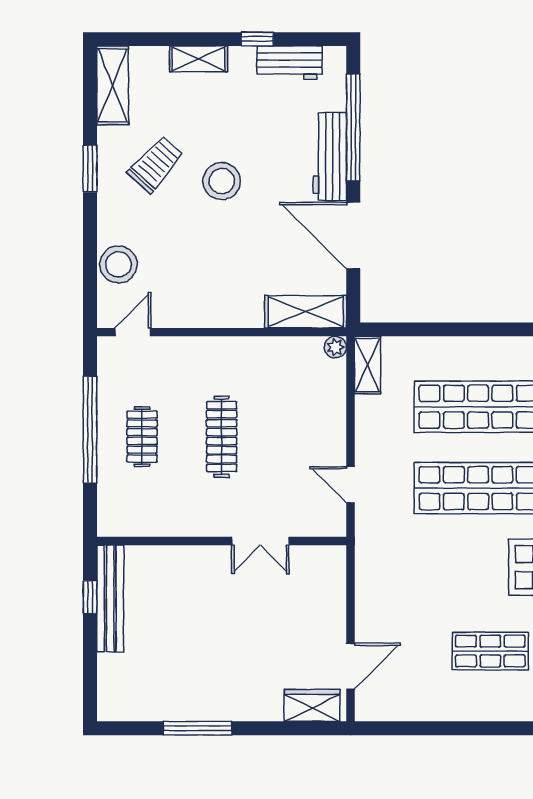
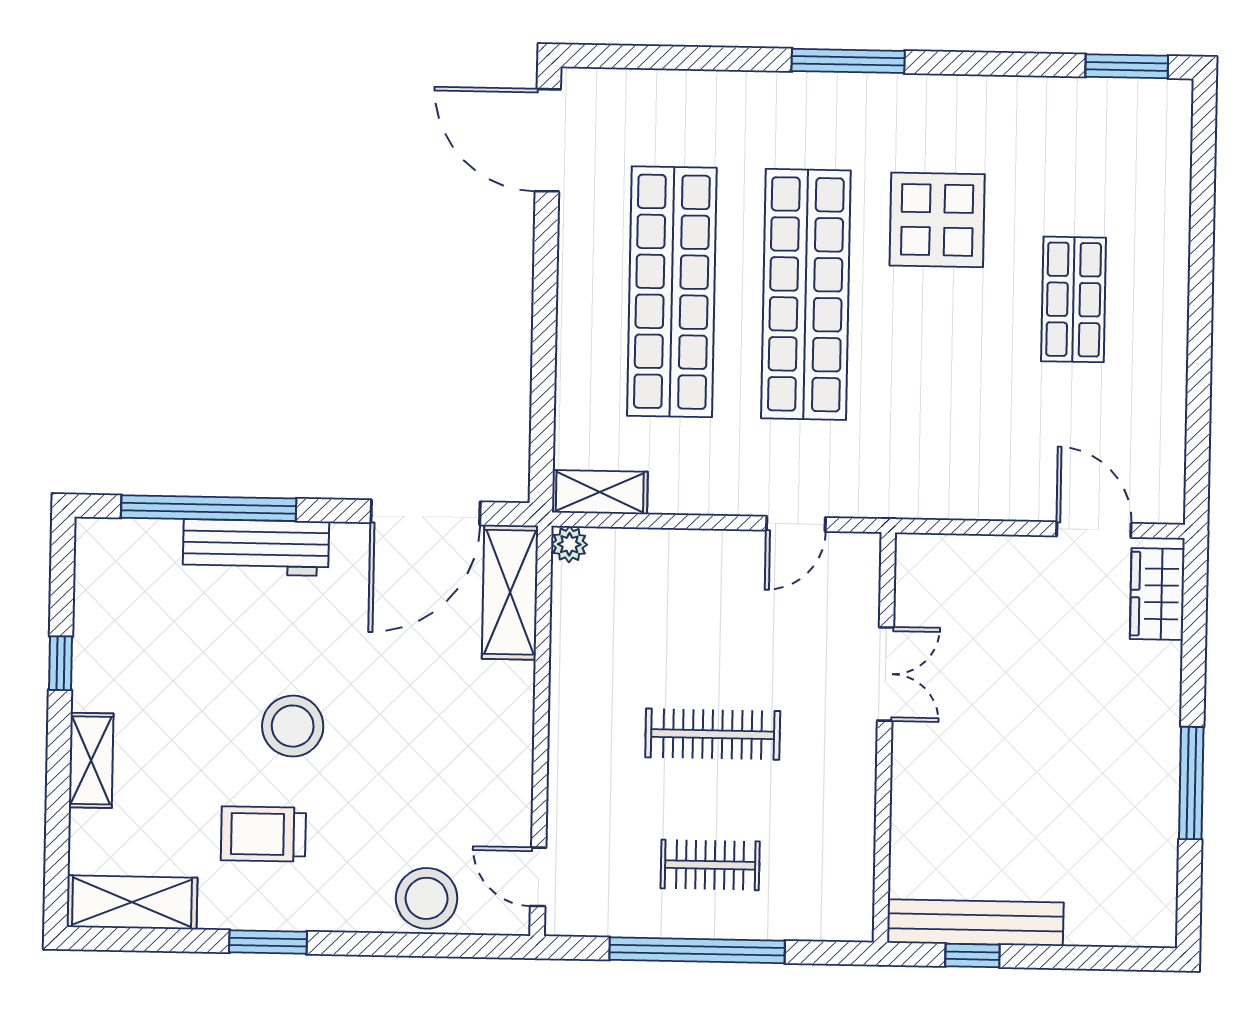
workbench: (290, 63) -> (100, 611), removed
trolley: (156, 164) -> (263, 834), turned -42
door: (353, 236) -> (425, 512), moved

